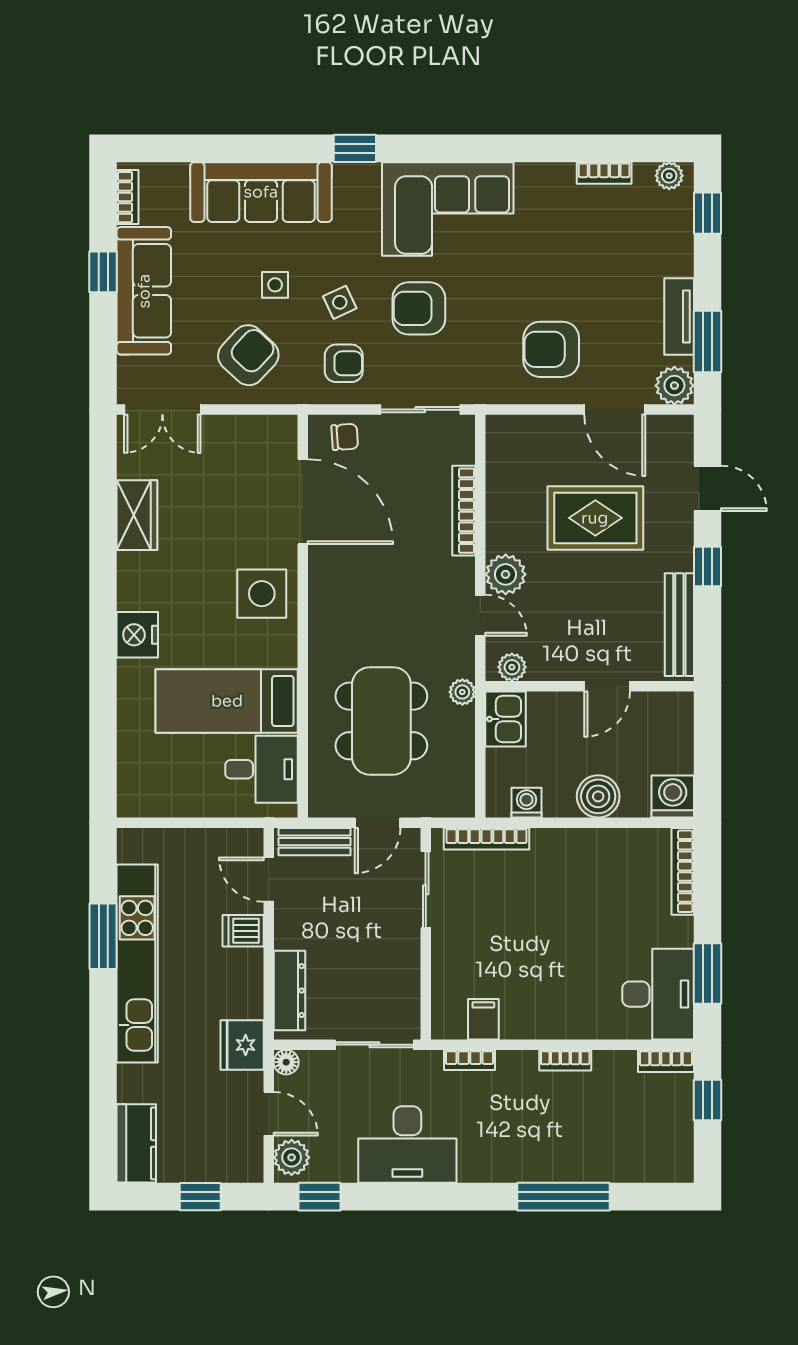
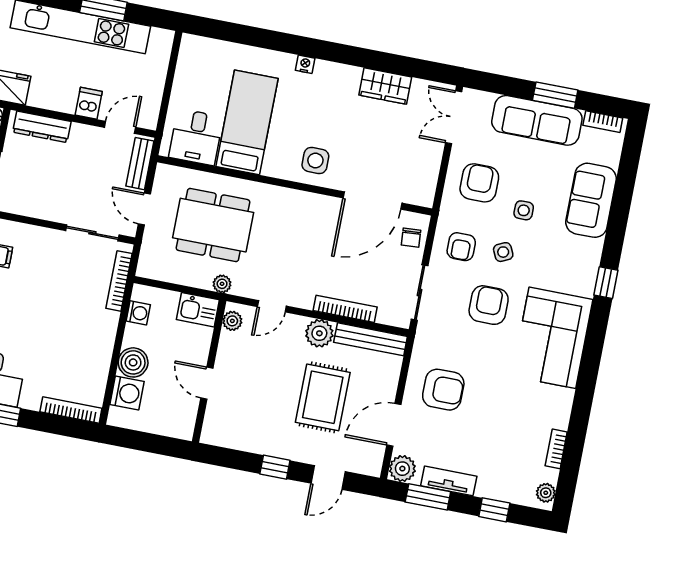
sofa: (261, 192) -> (591, 200), width x0.73
window: (707, 213) -> (494, 510), moved
window: (103, 272) -> (555, 95), width x1.50
armchair: (551, 349) -> (443, 390), turned 90
armchair: (248, 355) -> (479, 183), turned -133
plant: (506, 574) -> (319, 333), moved
side table: (262, 594) -> (315, 161), width x0.73, depth x0.73
bench: (679, 625) -> (371, 339), moved
nightstand: (137, 635) -> (305, 64), width x0.53, depth x0.56
washing machine: (673, 797) -> (127, 393), moved

